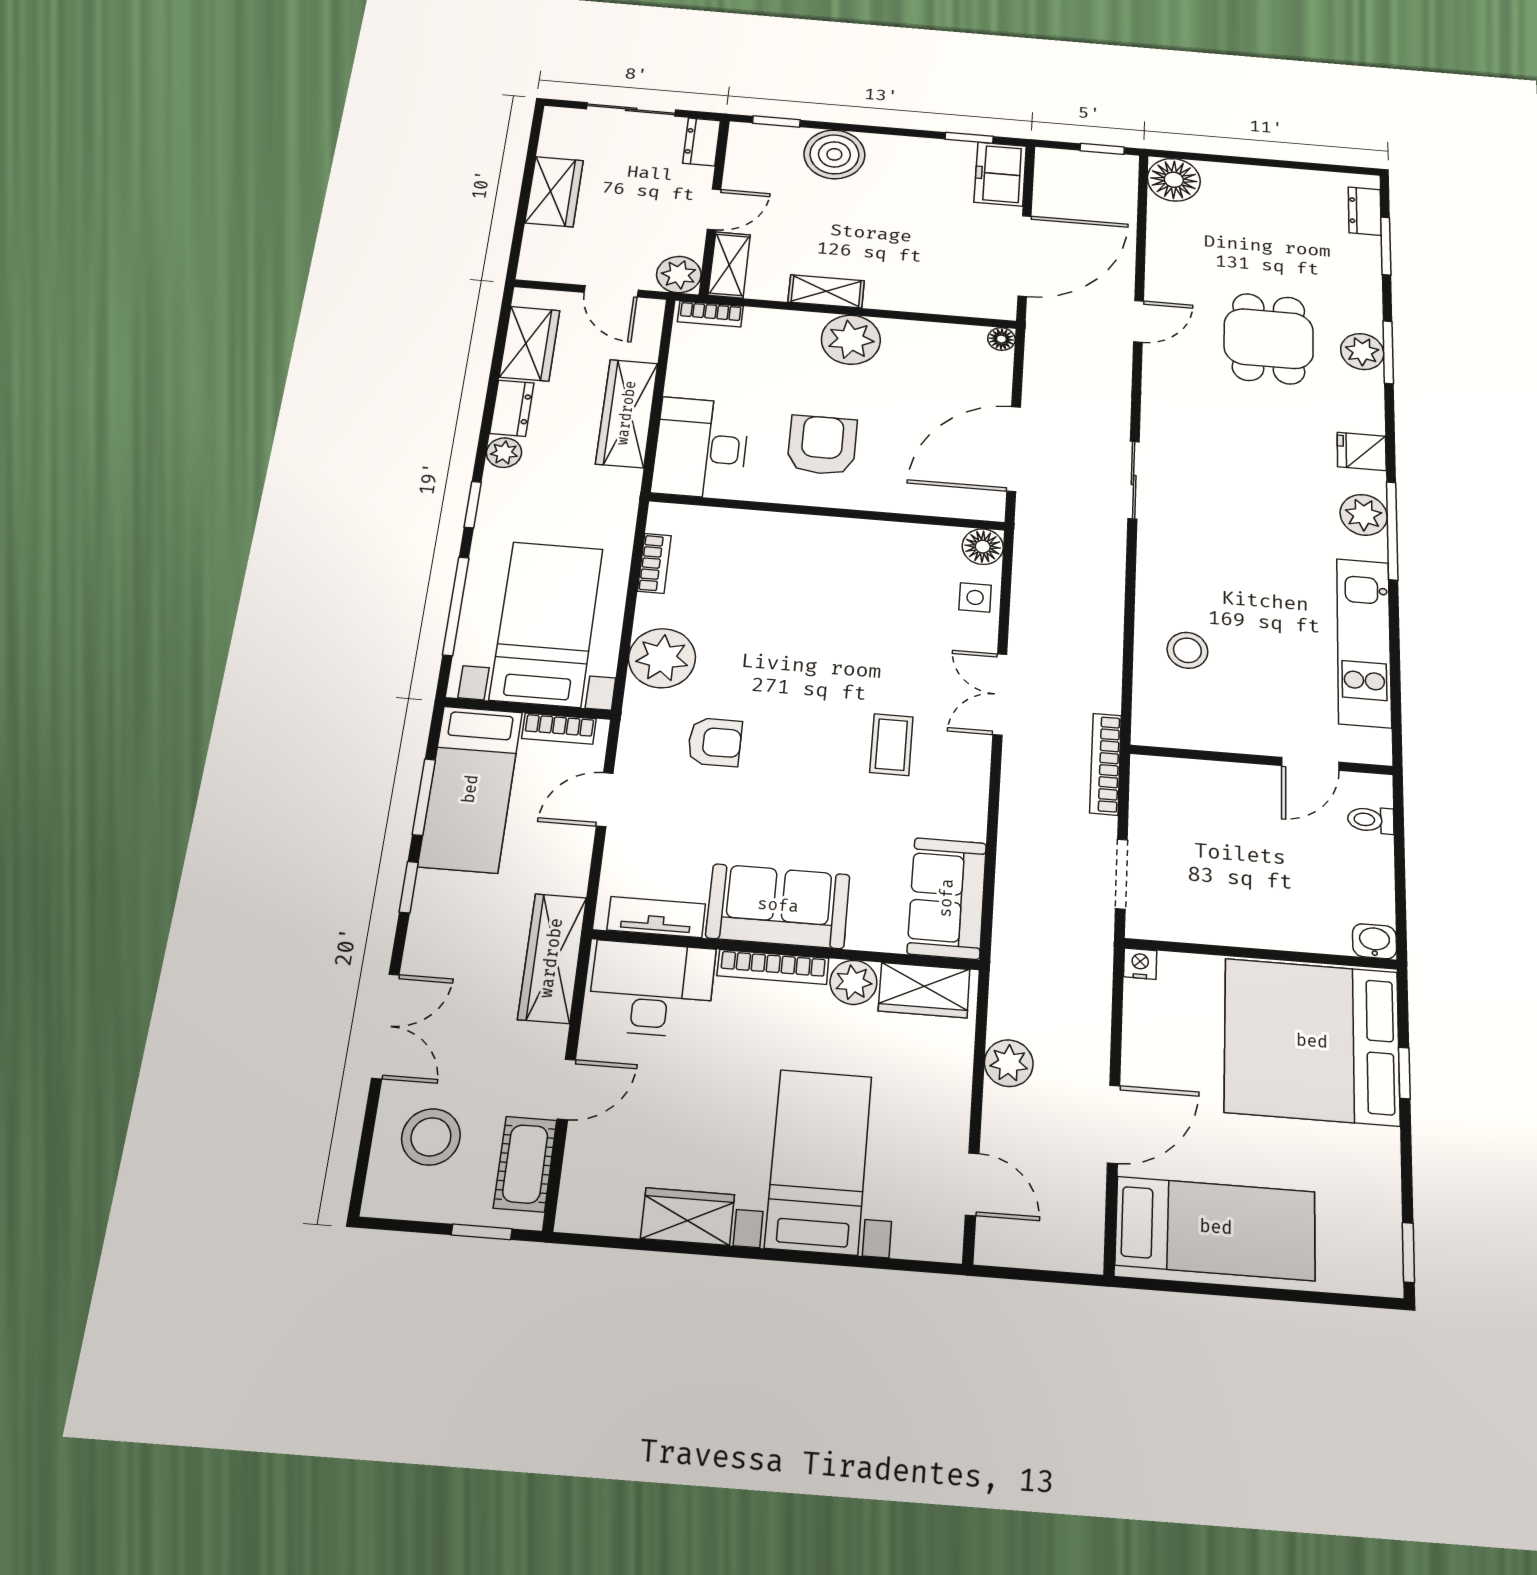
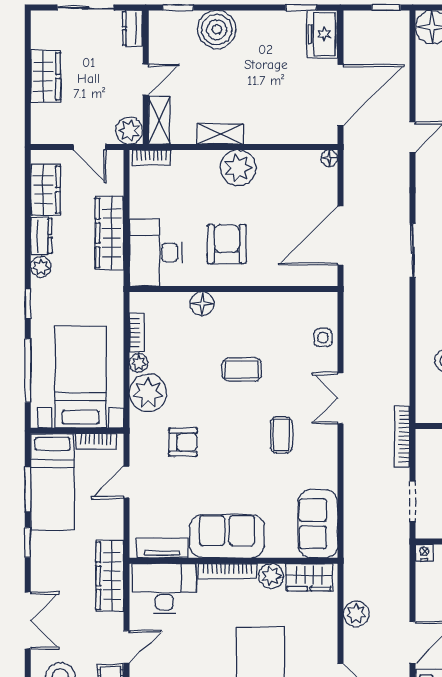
floor lamp: (983, 547) -> (202, 304), moved
plant: (651, 610) -> (139, 363), added
coffee table: (830, 635) -> (242, 370), added

